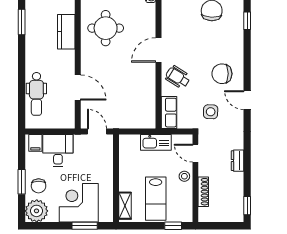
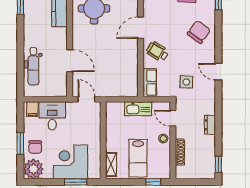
chair: (222, 74) -> (199, 32), moved, turned 126

